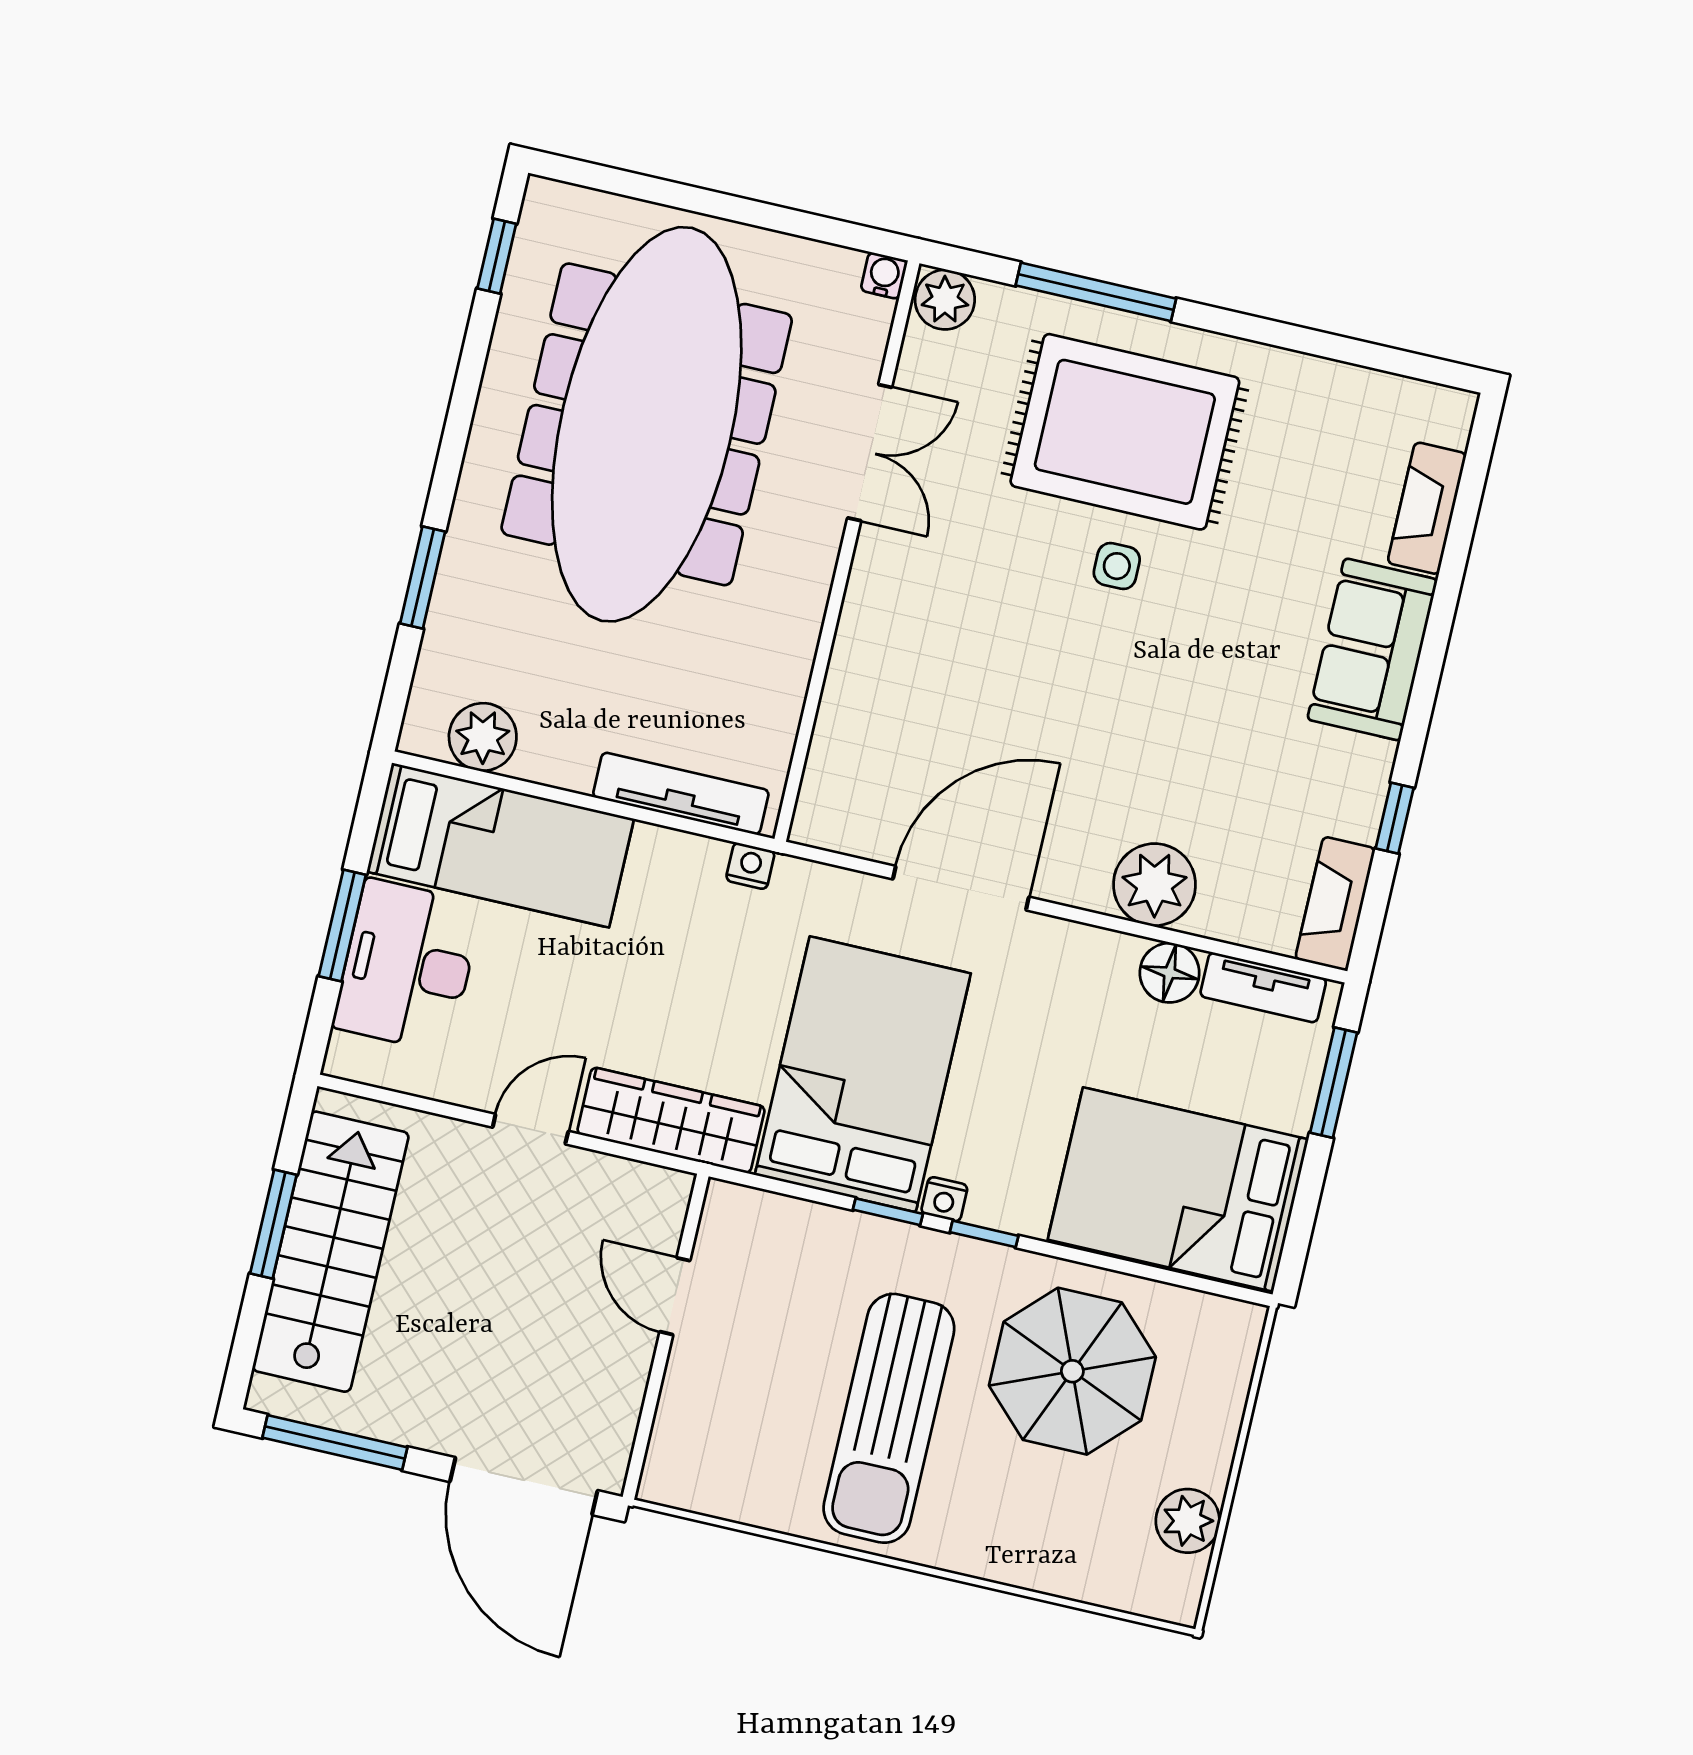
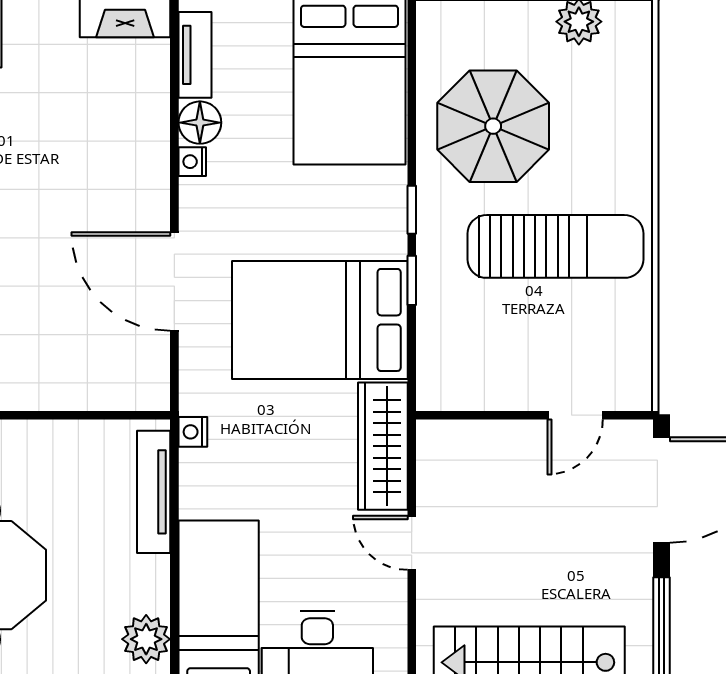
plant: (1155, 885) -> (141, 147), removed
nightstand: (944, 1199) -> (192, 162), moved, turned 180
door: (675, 1296) -> (575, 415), moved

